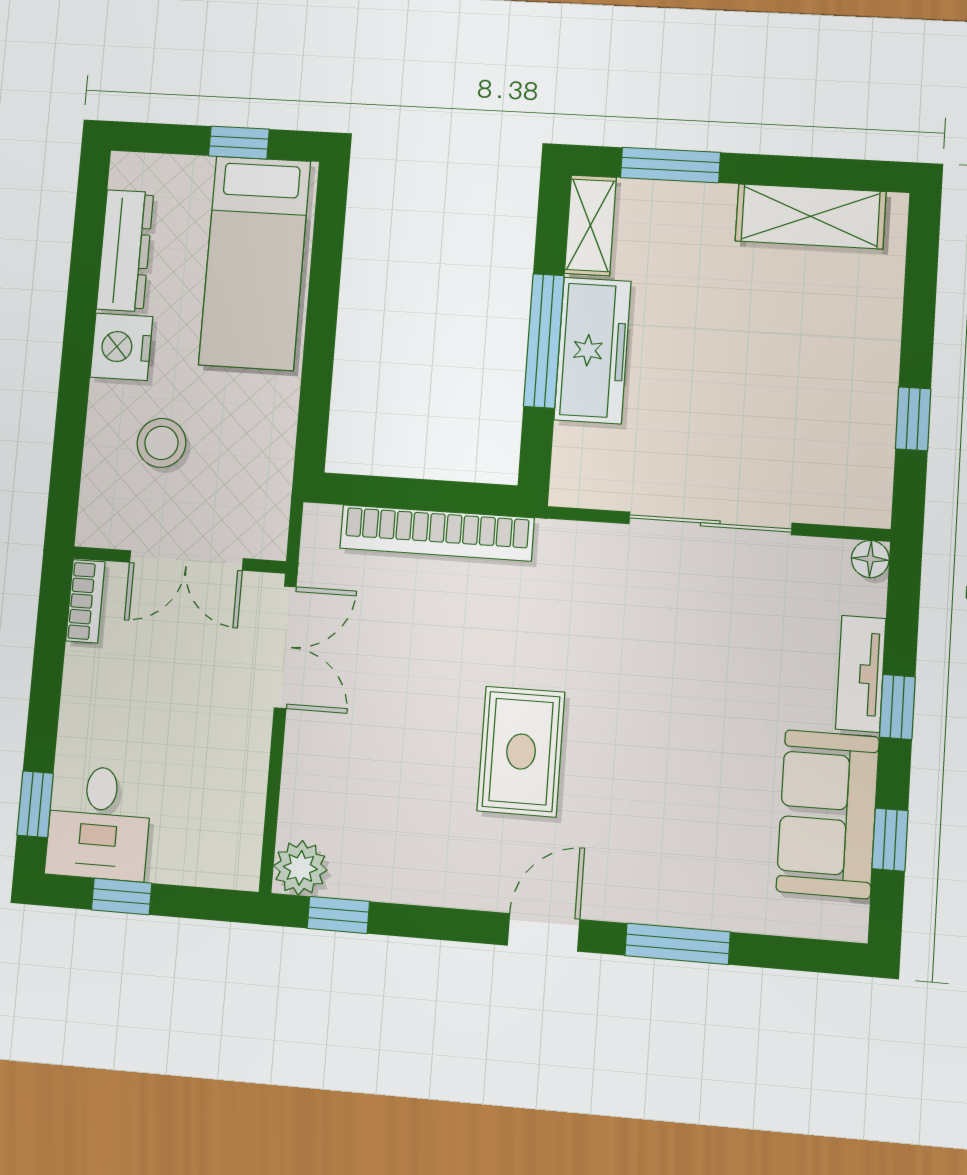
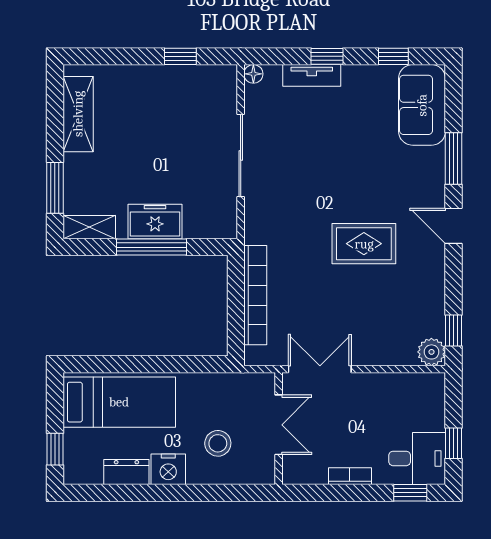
window: (239, 143) -> (55, 449), moved
dresser: (125, 251) -> (126, 472), width x0.70
freezer: (593, 350) -> (155, 222), width x0.71
bookcase: (85, 601) -> (350, 476), moved
sofa: (828, 814) -> (422, 105), moved, turned 90

